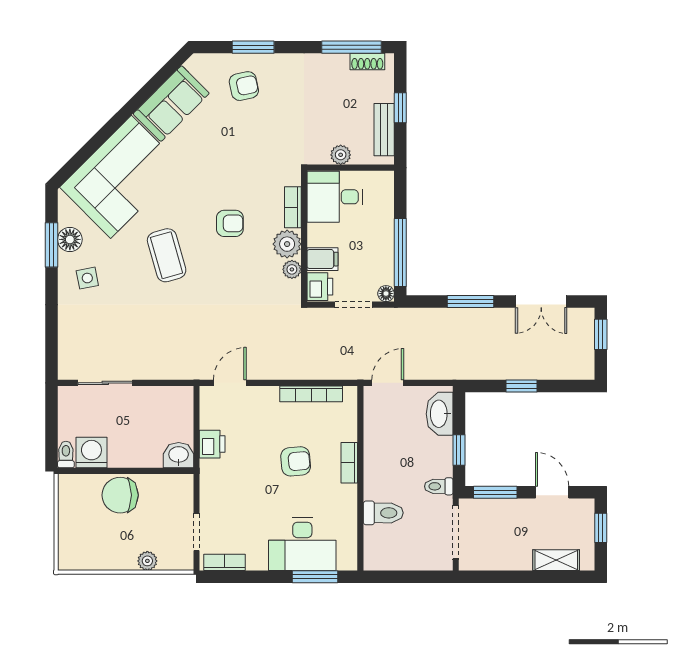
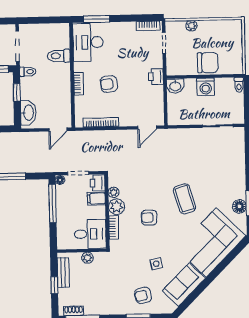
side table: (87, 278) -> (156, 264), moved
printer: (212, 444) -> (156, 77), moved
washing machine: (91, 453) -> (206, 87), moved
desk: (302, 544) -> (88, 42), moved, turned -90

